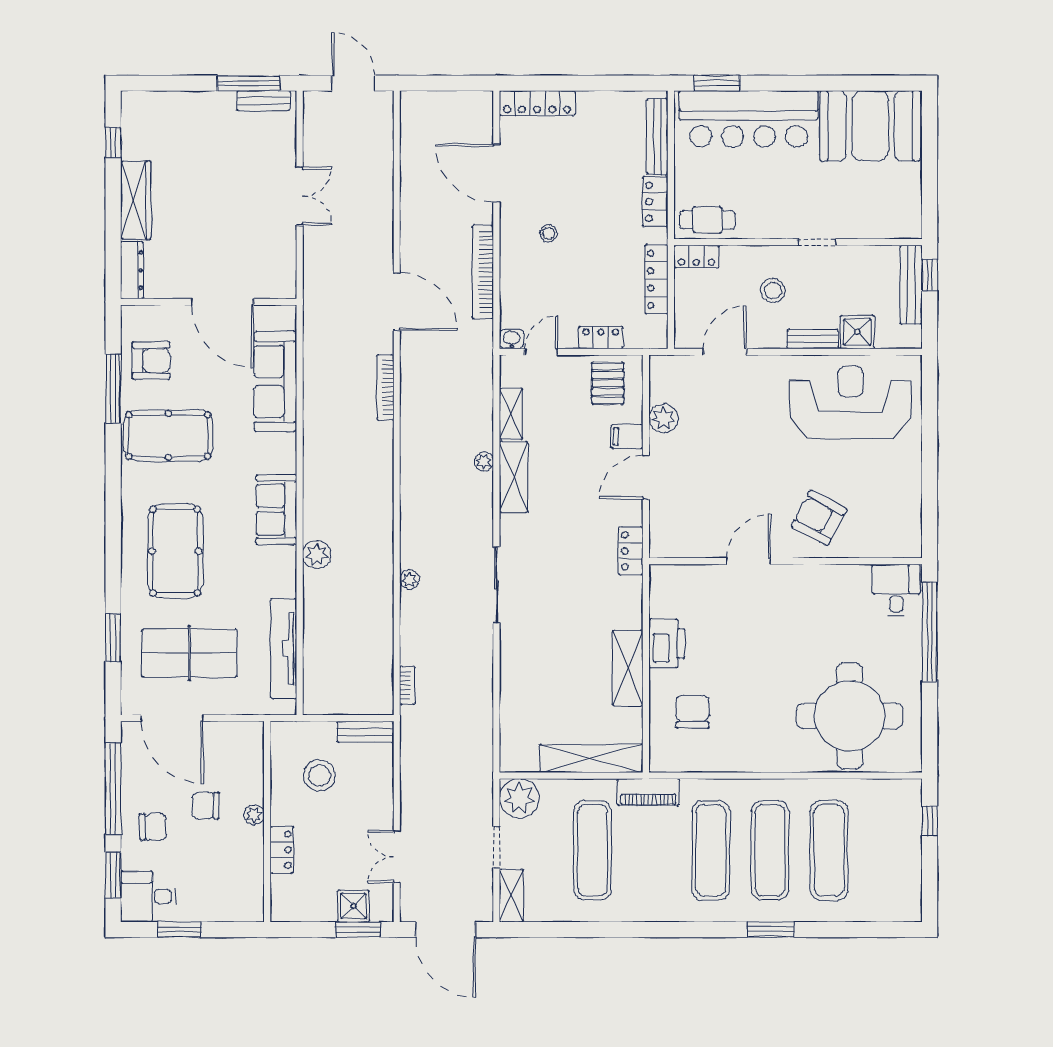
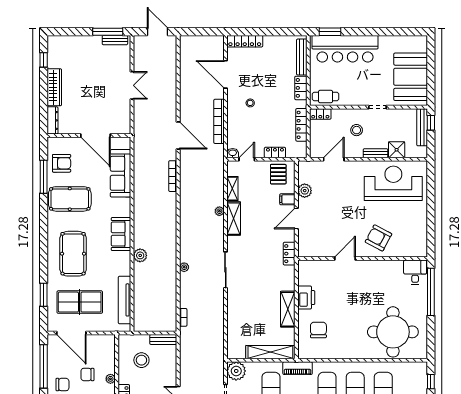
booth: (870, 126) -> (411, 77), moved, turned 90

